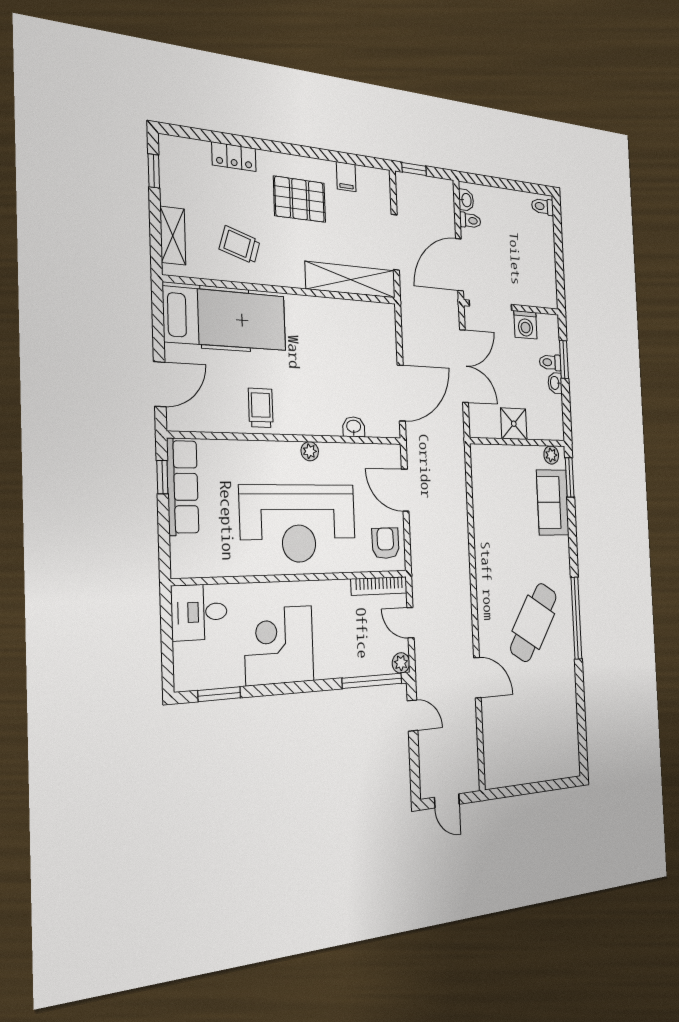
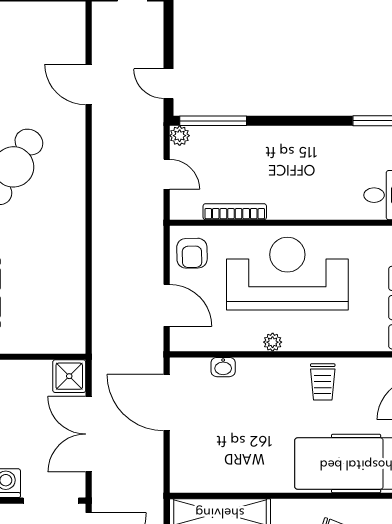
door: (401, 393) -> (167, 403), hinge flipped
shower: (514, 424) -> (69, 376), moved
bookcase: (379, 586) -> (235, 212), moved
corner desk: (279, 645) -> (312, 161), removed
door: (477, 678) -> (89, 84), moved

